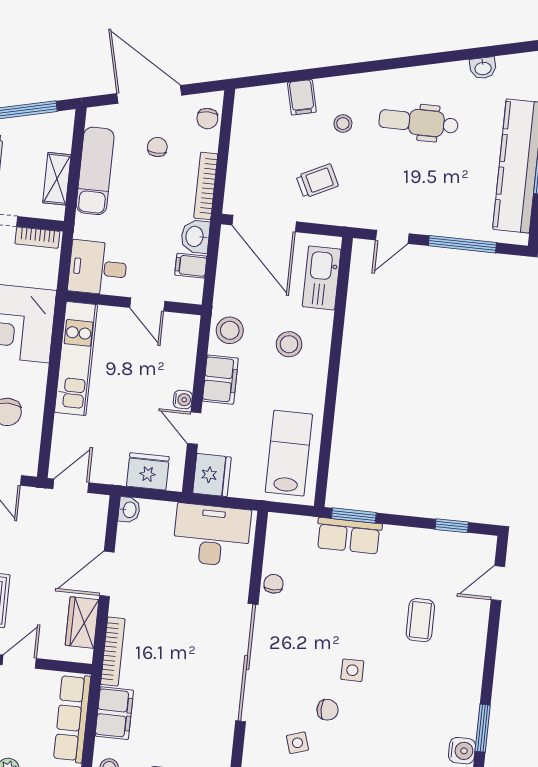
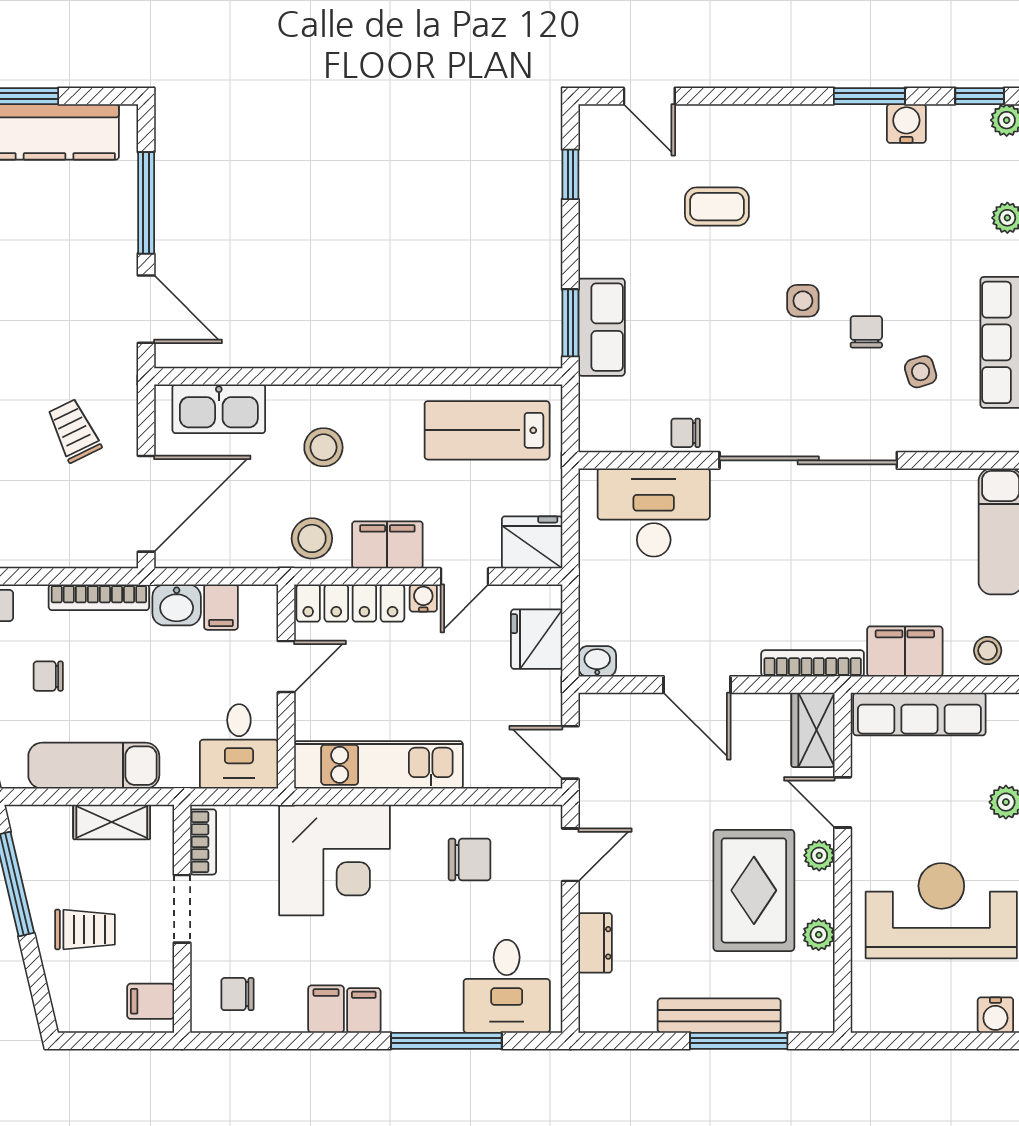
door: (392, 237) -> (146, 309), width x1.38
locker: (185, 351) -> (350, 603), added
desk: (212, 535) -> (654, 512), moved, turned 90
wardrobe: (82, 622) -> (813, 730), moved, turned 90

